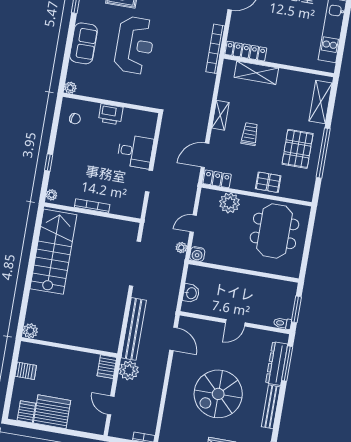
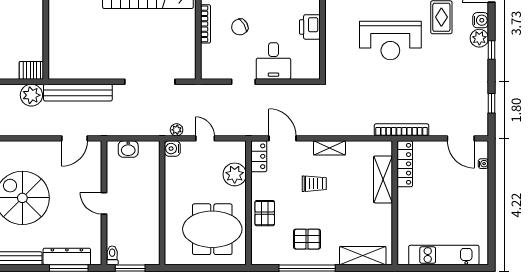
pallet: (298, 149) -> (307, 239), width x0.67, depth x0.71
chair: (100, 176) -> (240, 27), added

